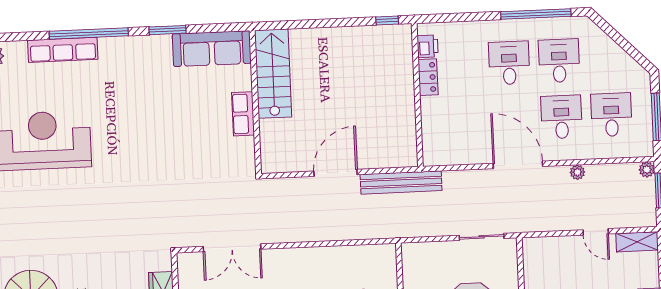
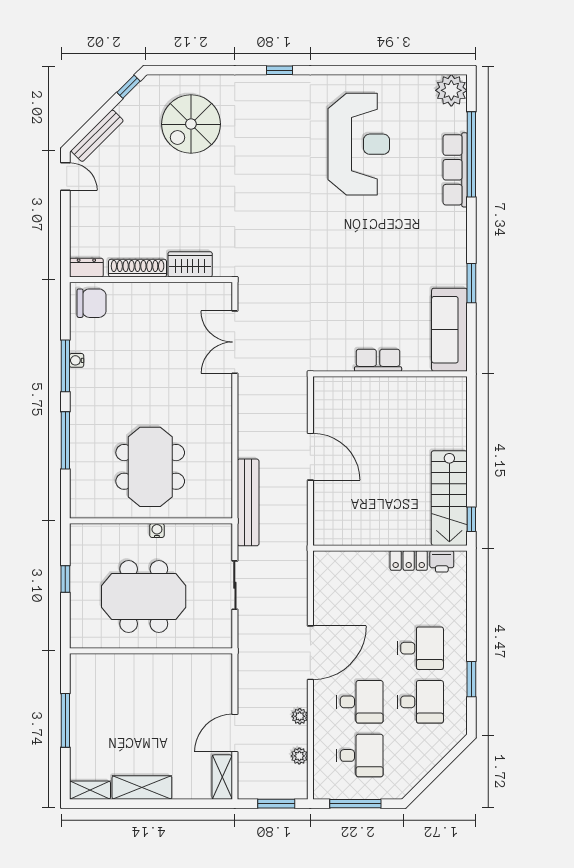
window: (536, 14) -> (471, 679), width x0.47
window: (89, 34) -> (471, 154), moved
stairs: (273, 74) -> (449, 498), moved, turned 90
plant: (647, 170) -> (299, 756), moved
bench: (401, 182) -> (248, 502), moved
door: (596, 232) -> (235, 733), width x1.38
sliding door: (482, 237) -> (235, 585), moved

